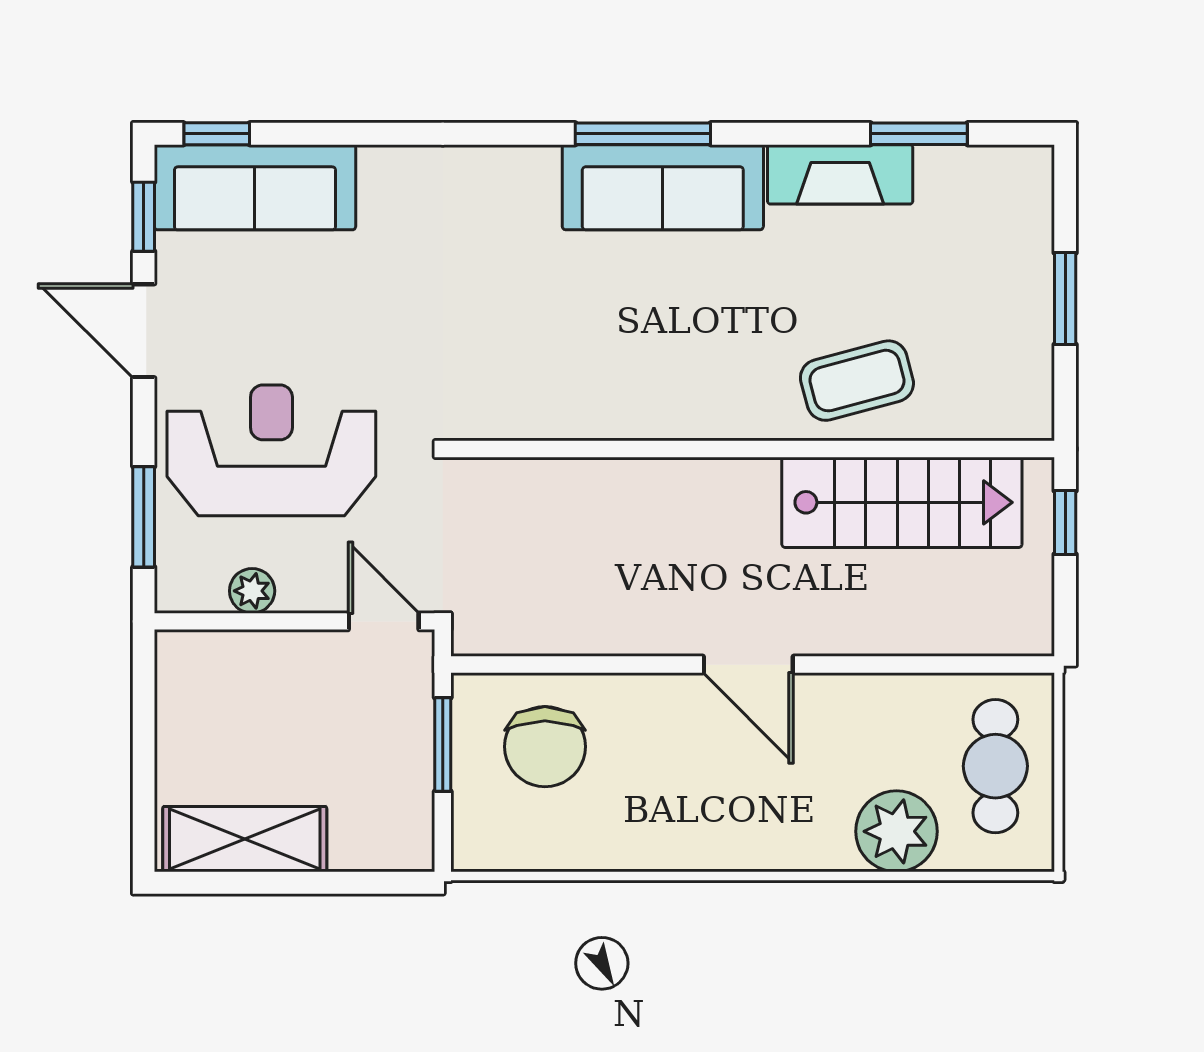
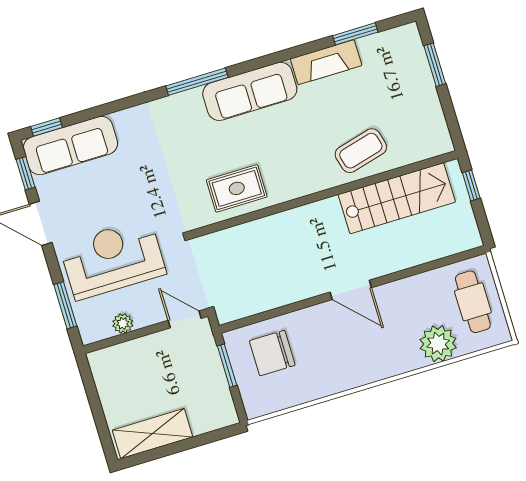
window: (643, 134) -> (197, 82), moved
window: (1065, 299) -> (435, 65), moved
rug: (575, 381) -> (237, 188), added
chair: (545, 747) -> (272, 353), turned 90

